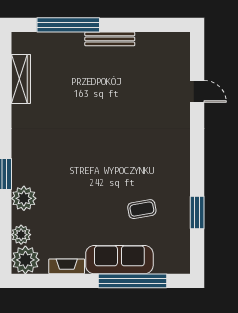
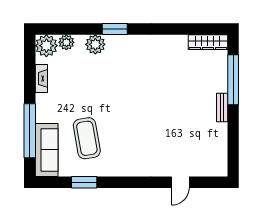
bench: (110, 39) -> (222, 107), width x0.73
wardrobe: (21, 79) -> (208, 42), moved
coffee table: (142, 209) -> (87, 138), width x1.86, depth x1.72
sofa: (119, 260) -> (47, 150), moved

